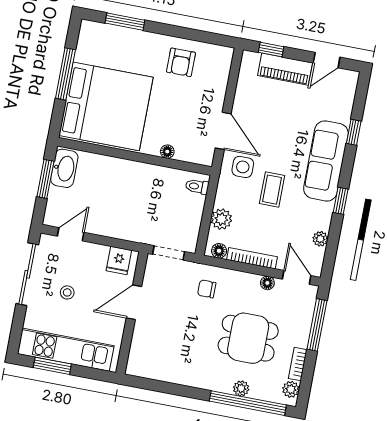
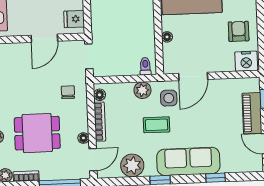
nightstand: (220, 61) -> (246, 61), added
armchair: (181, 62) -> (239, 31), turned 90
plant: (221, 219) -> (142, 90), moved
plant: (320, 239) -> (132, 165), width x1.88, depth x1.88
door: (134, 302) -> (44, 38), swing flipped
dining table: (248, 338) -> (37, 133), turned 90

